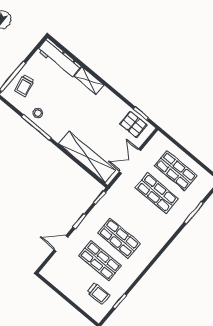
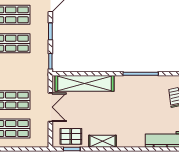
shelving: (89, 81) -> (102, 141), moved
stool: (38, 113) -> (148, 85), removed

